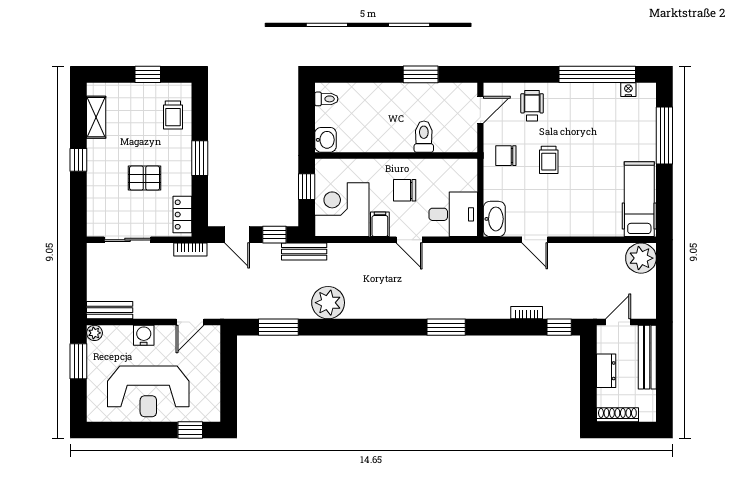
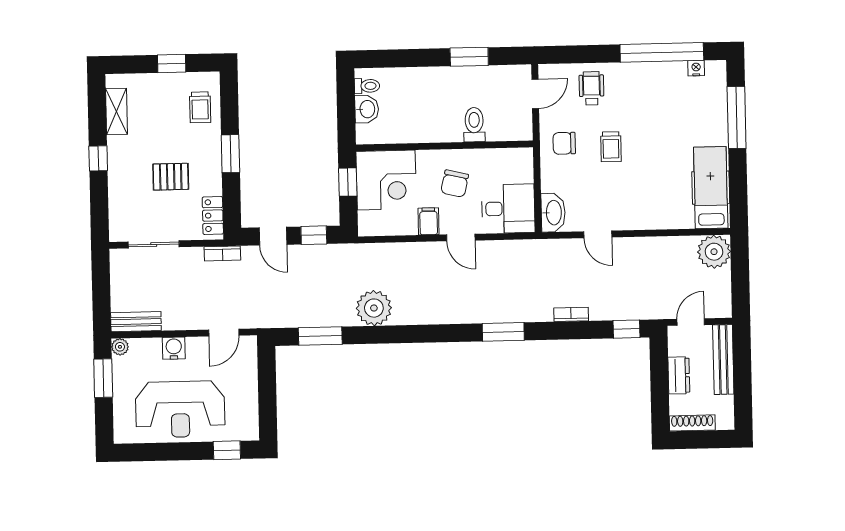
washbasin: (326, 140) -> (367, 109), moved
chair: (405, 190) -> (455, 184), turned -77
corner desk: (342, 210) -> (386, 180), moved, turned 180
bench: (304, 251) -> (347, 253), removed
bookcase: (527, 313) -> (571, 314), moved

